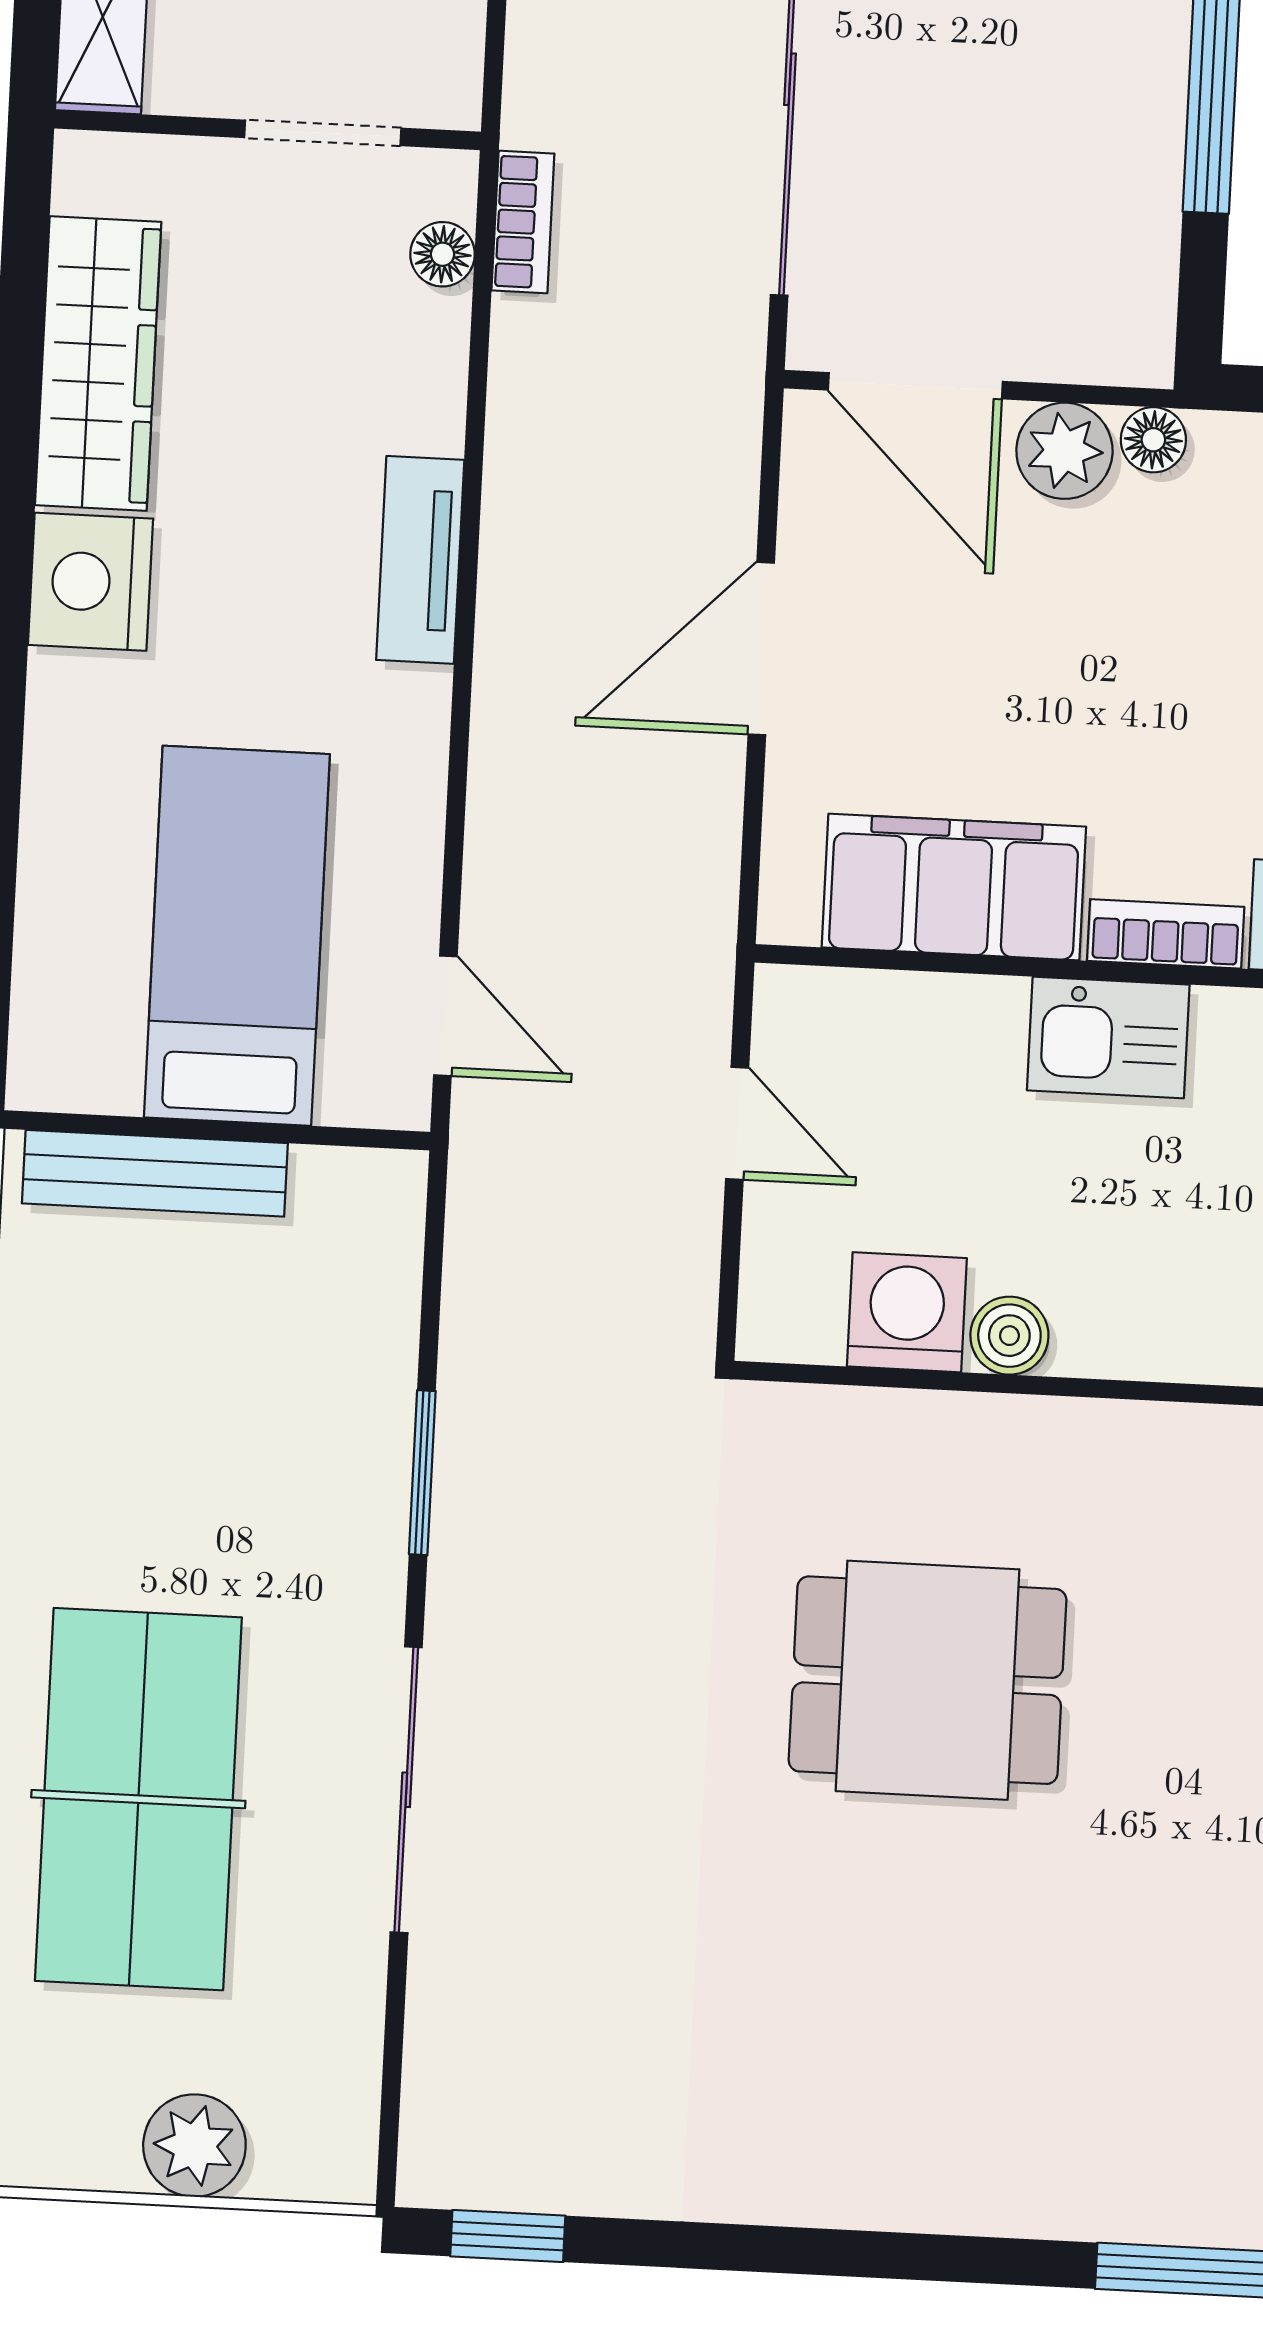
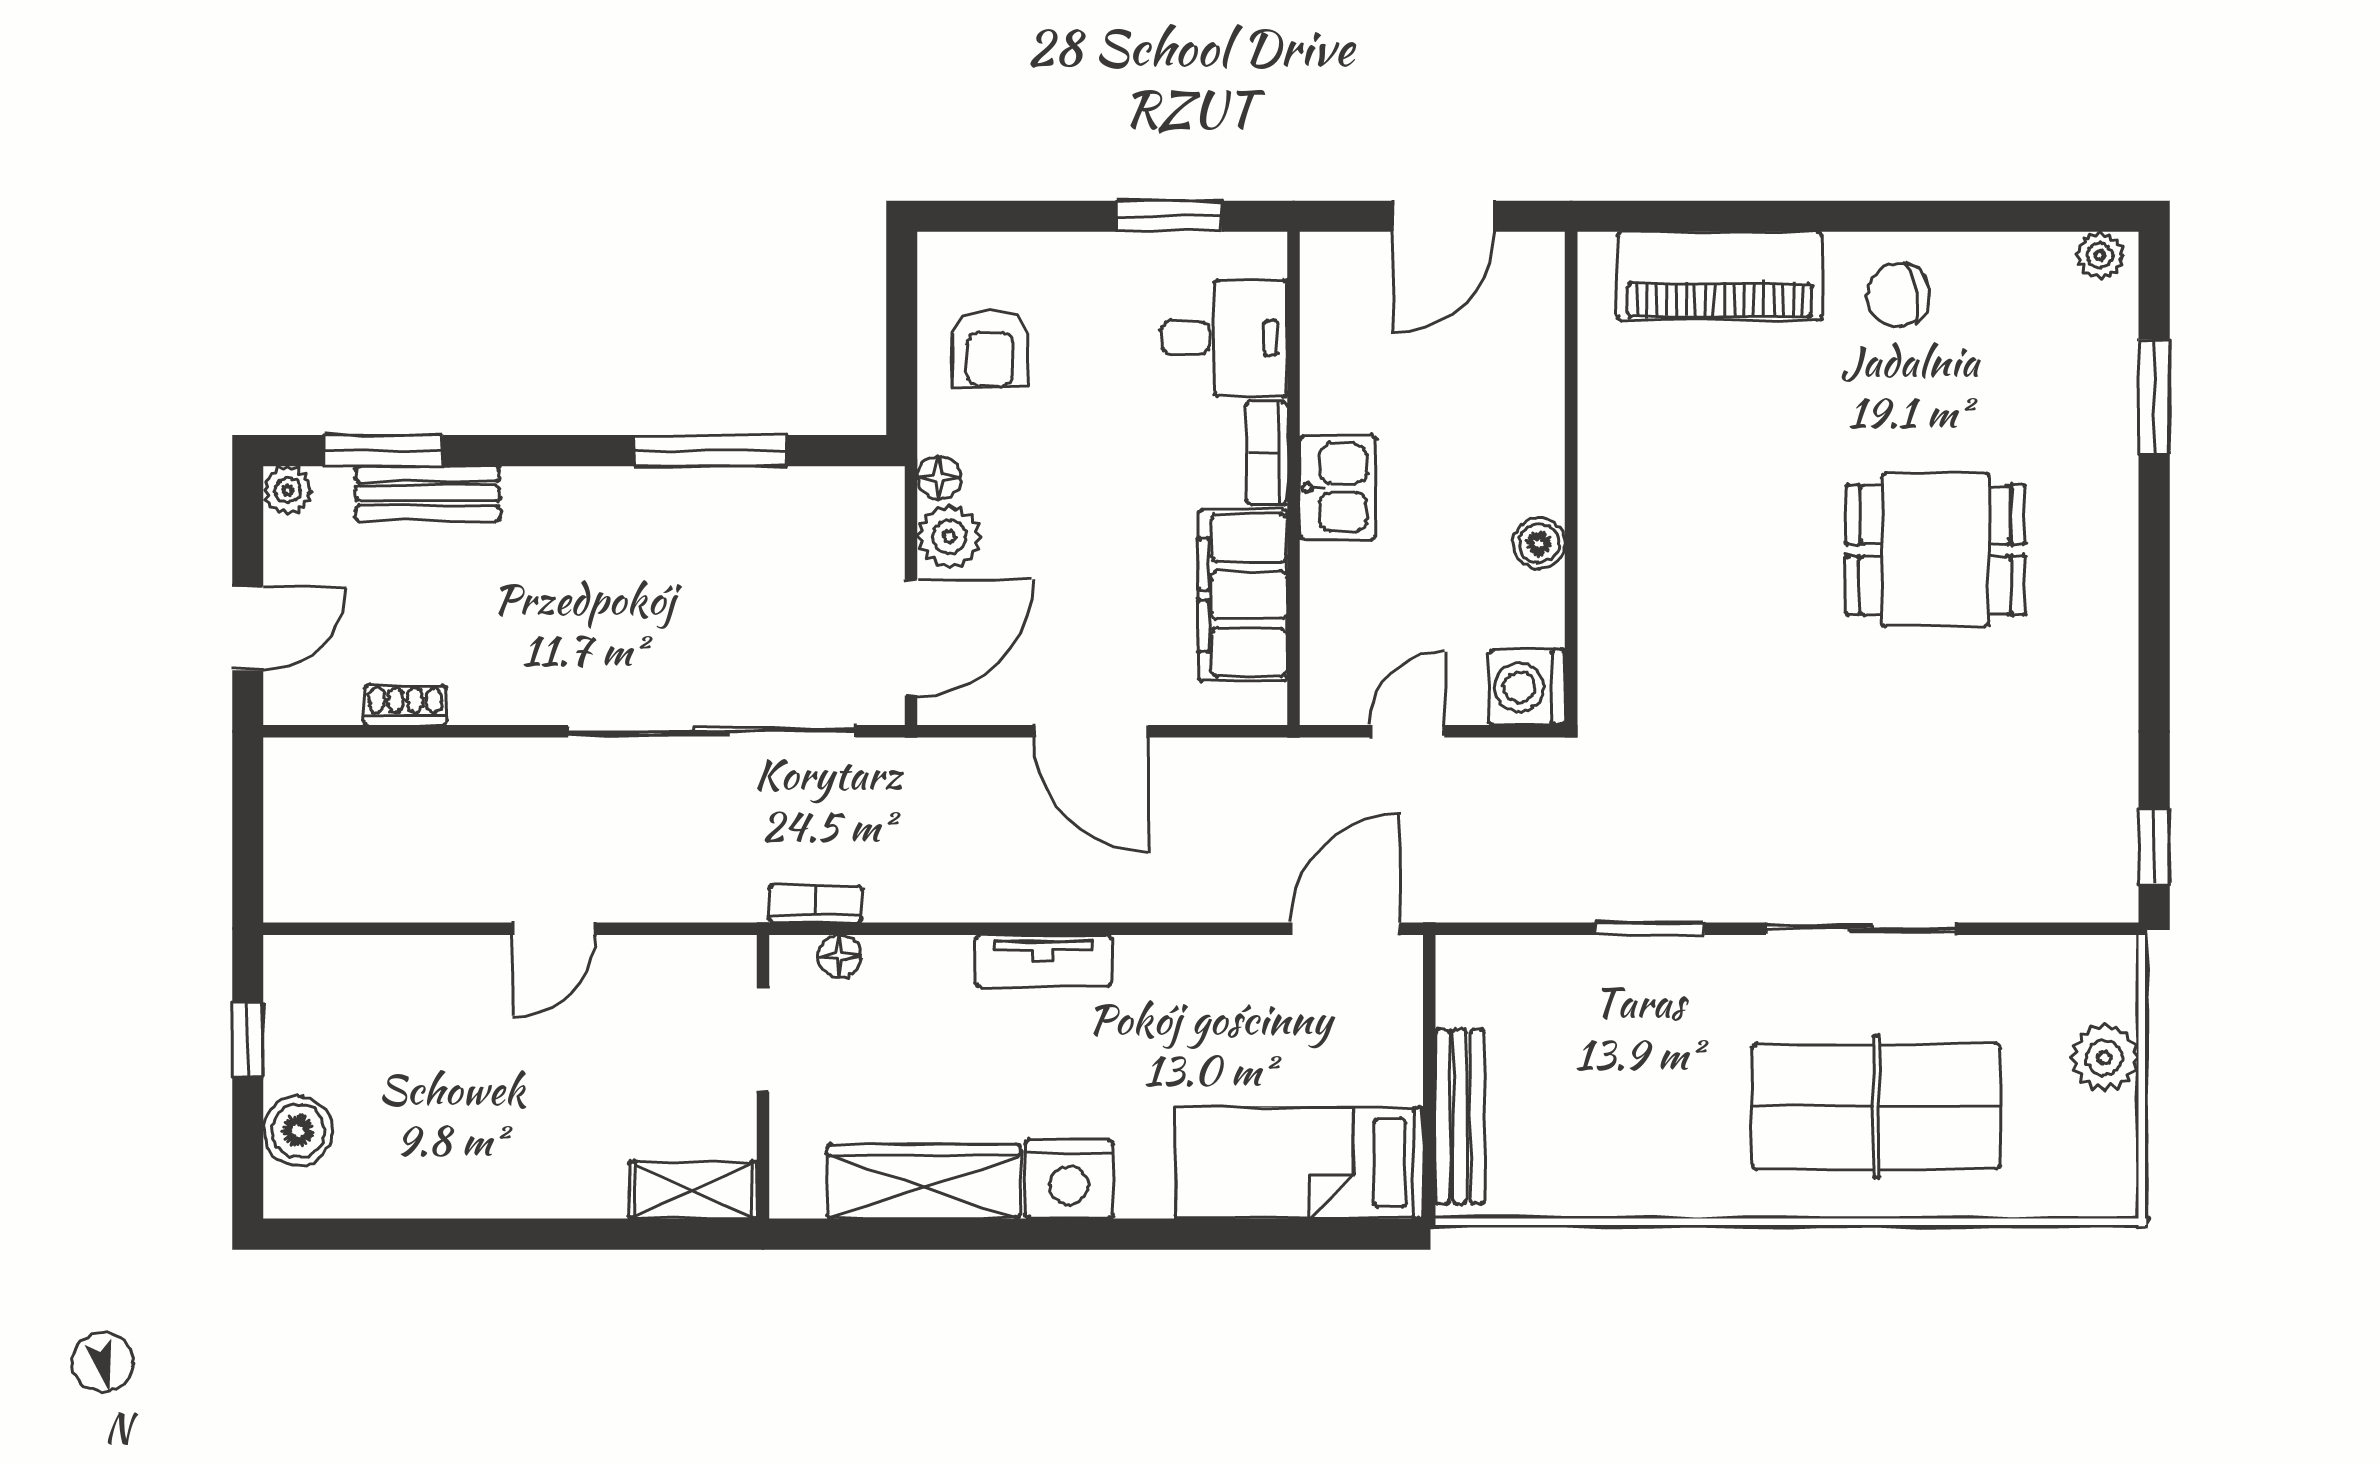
bed: (237, 936) -> (1299, 1163), moved
door: (445, 1016) -> (1345, 929), width x1.38
washing machine: (907, 1312) -> (1527, 687), moved
dining table: (928, 1680) -> (1935, 550), moved, turned 90

